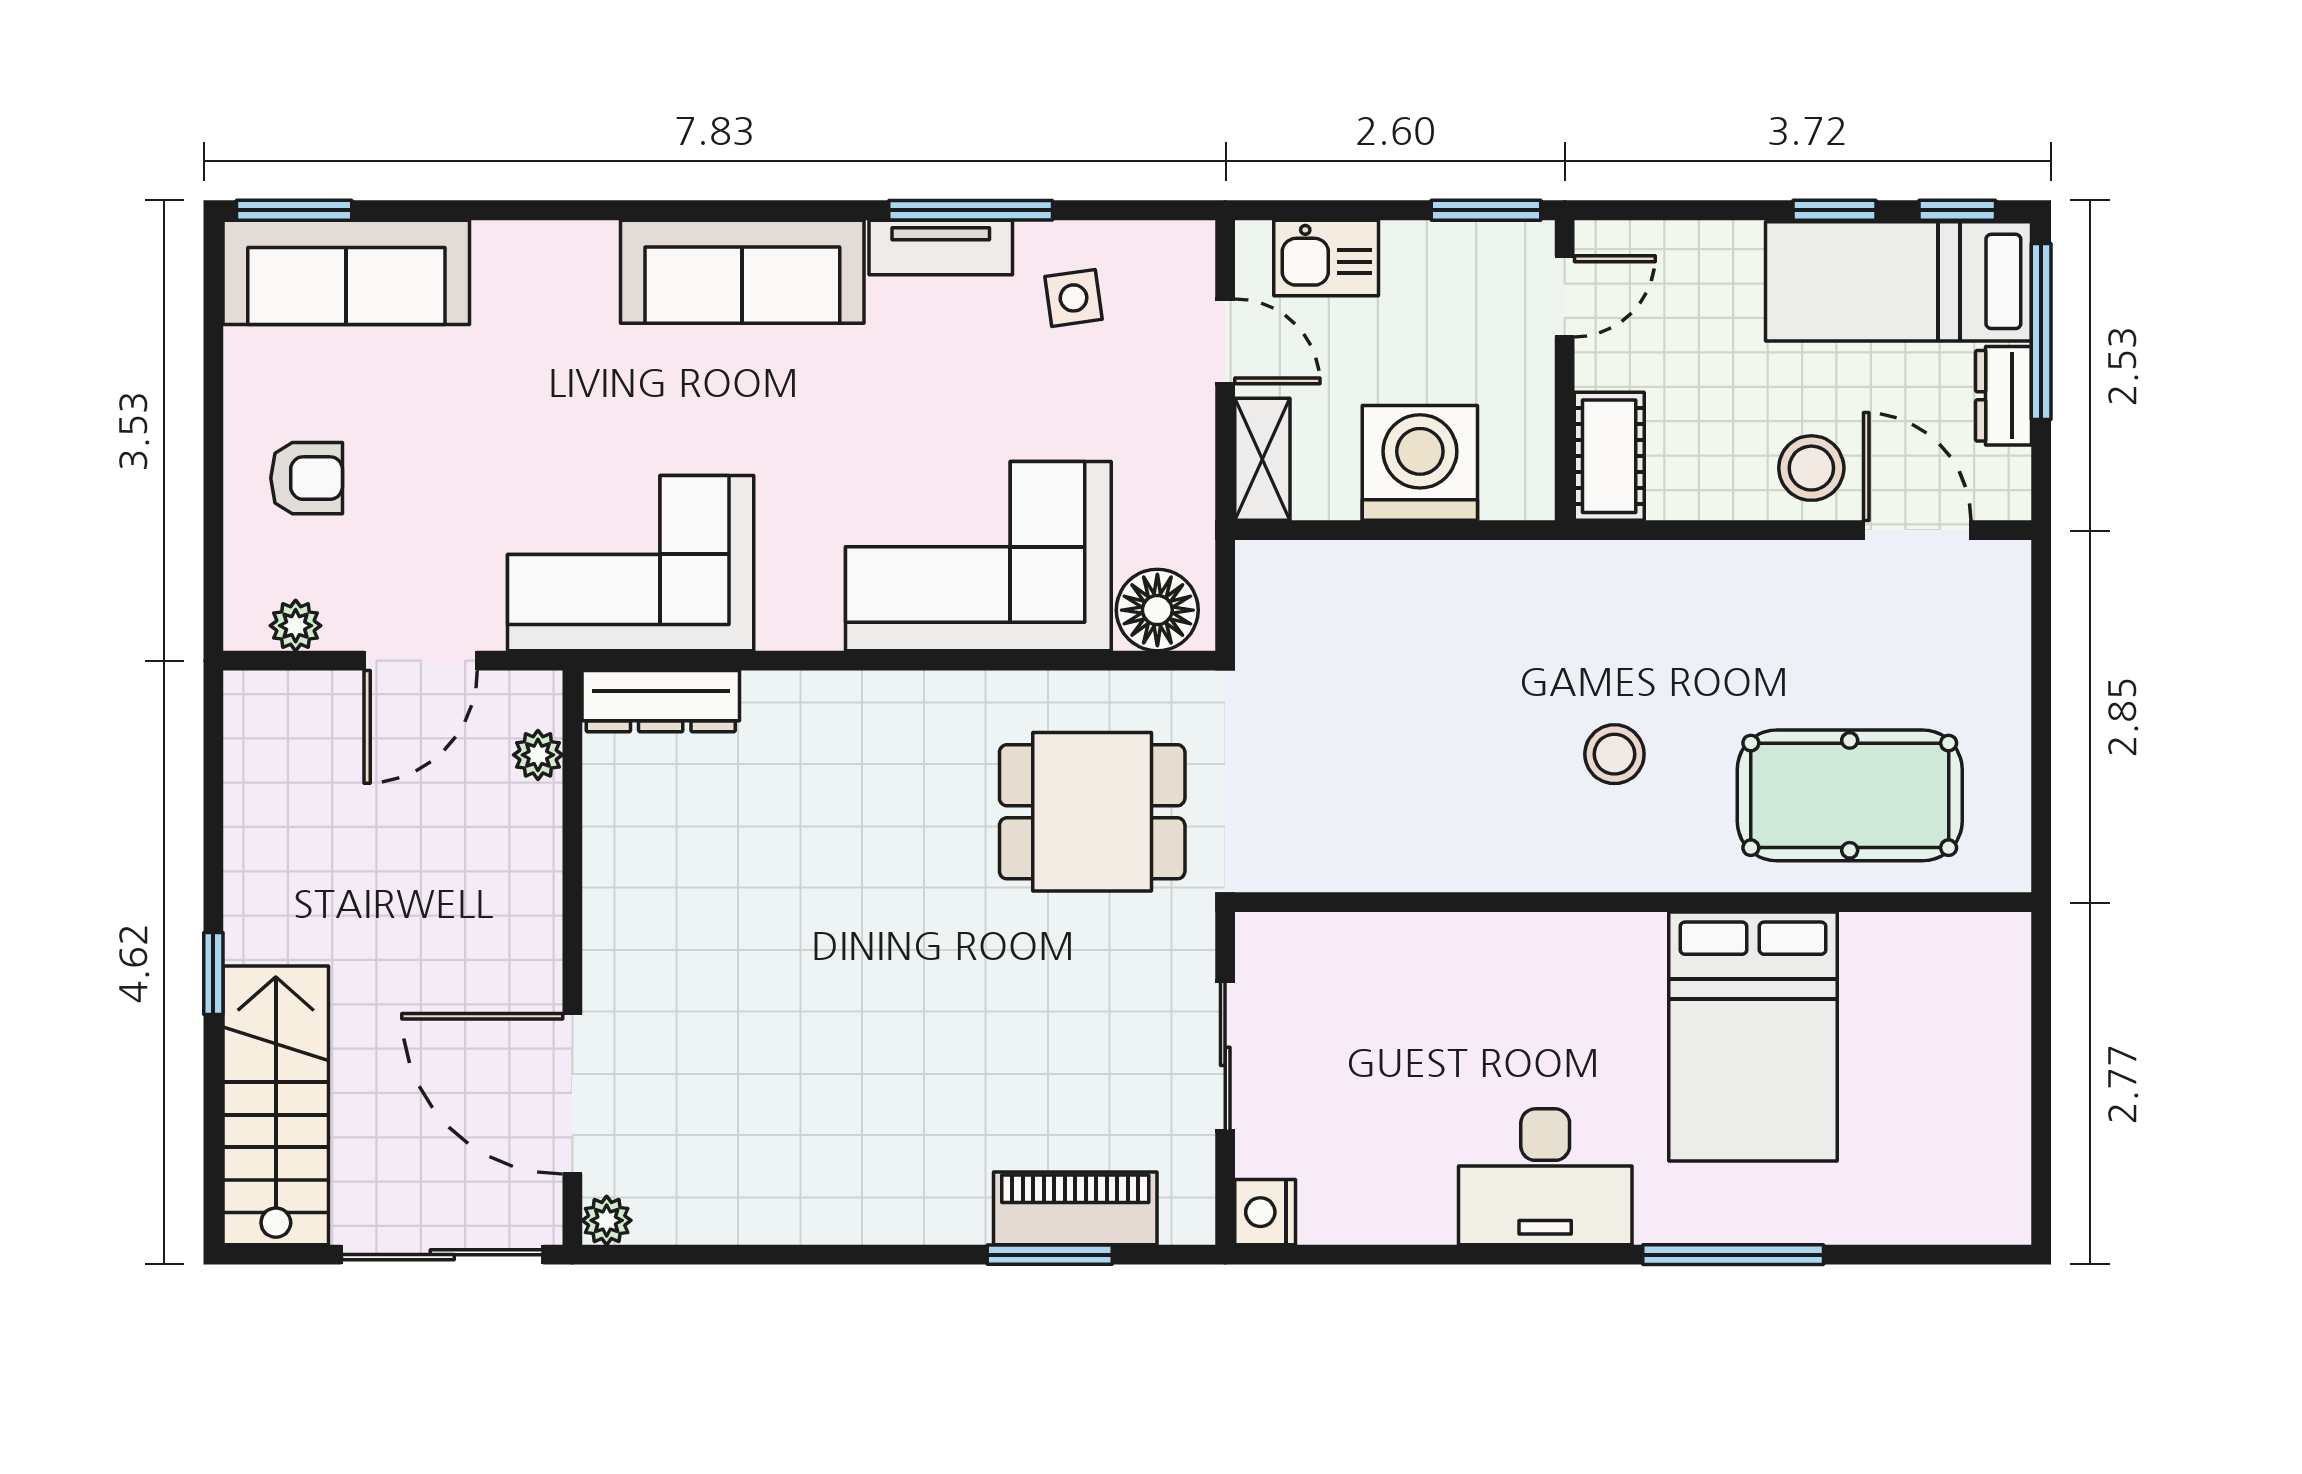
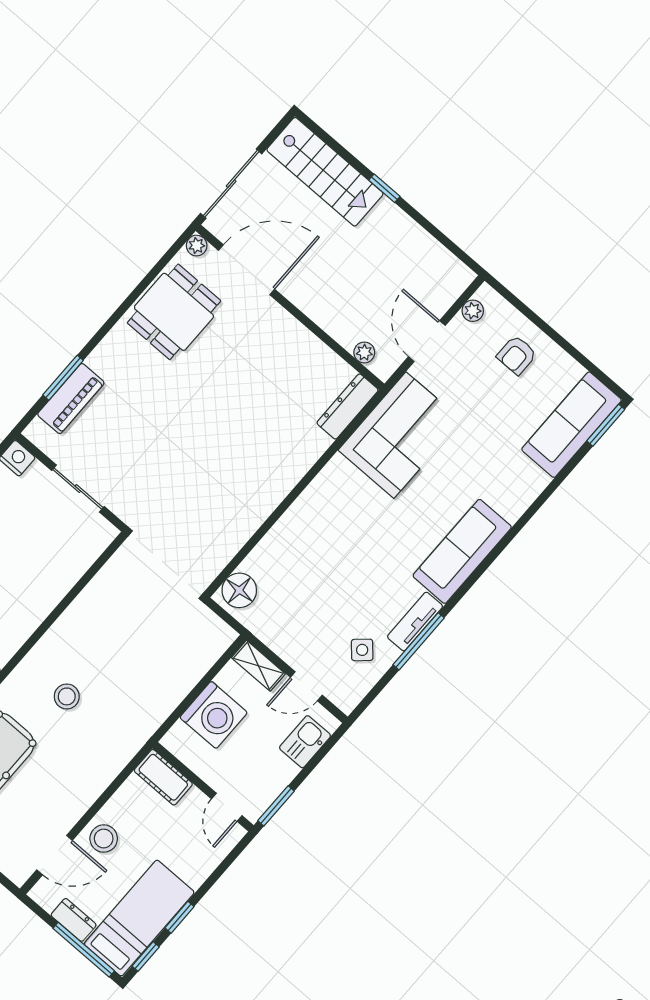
side table: (1073, 298) -> (362, 650), turned -34
corner sofa: (978, 556) -> (306, 548), removed
dining table: (1092, 812) -> (174, 312), moved

